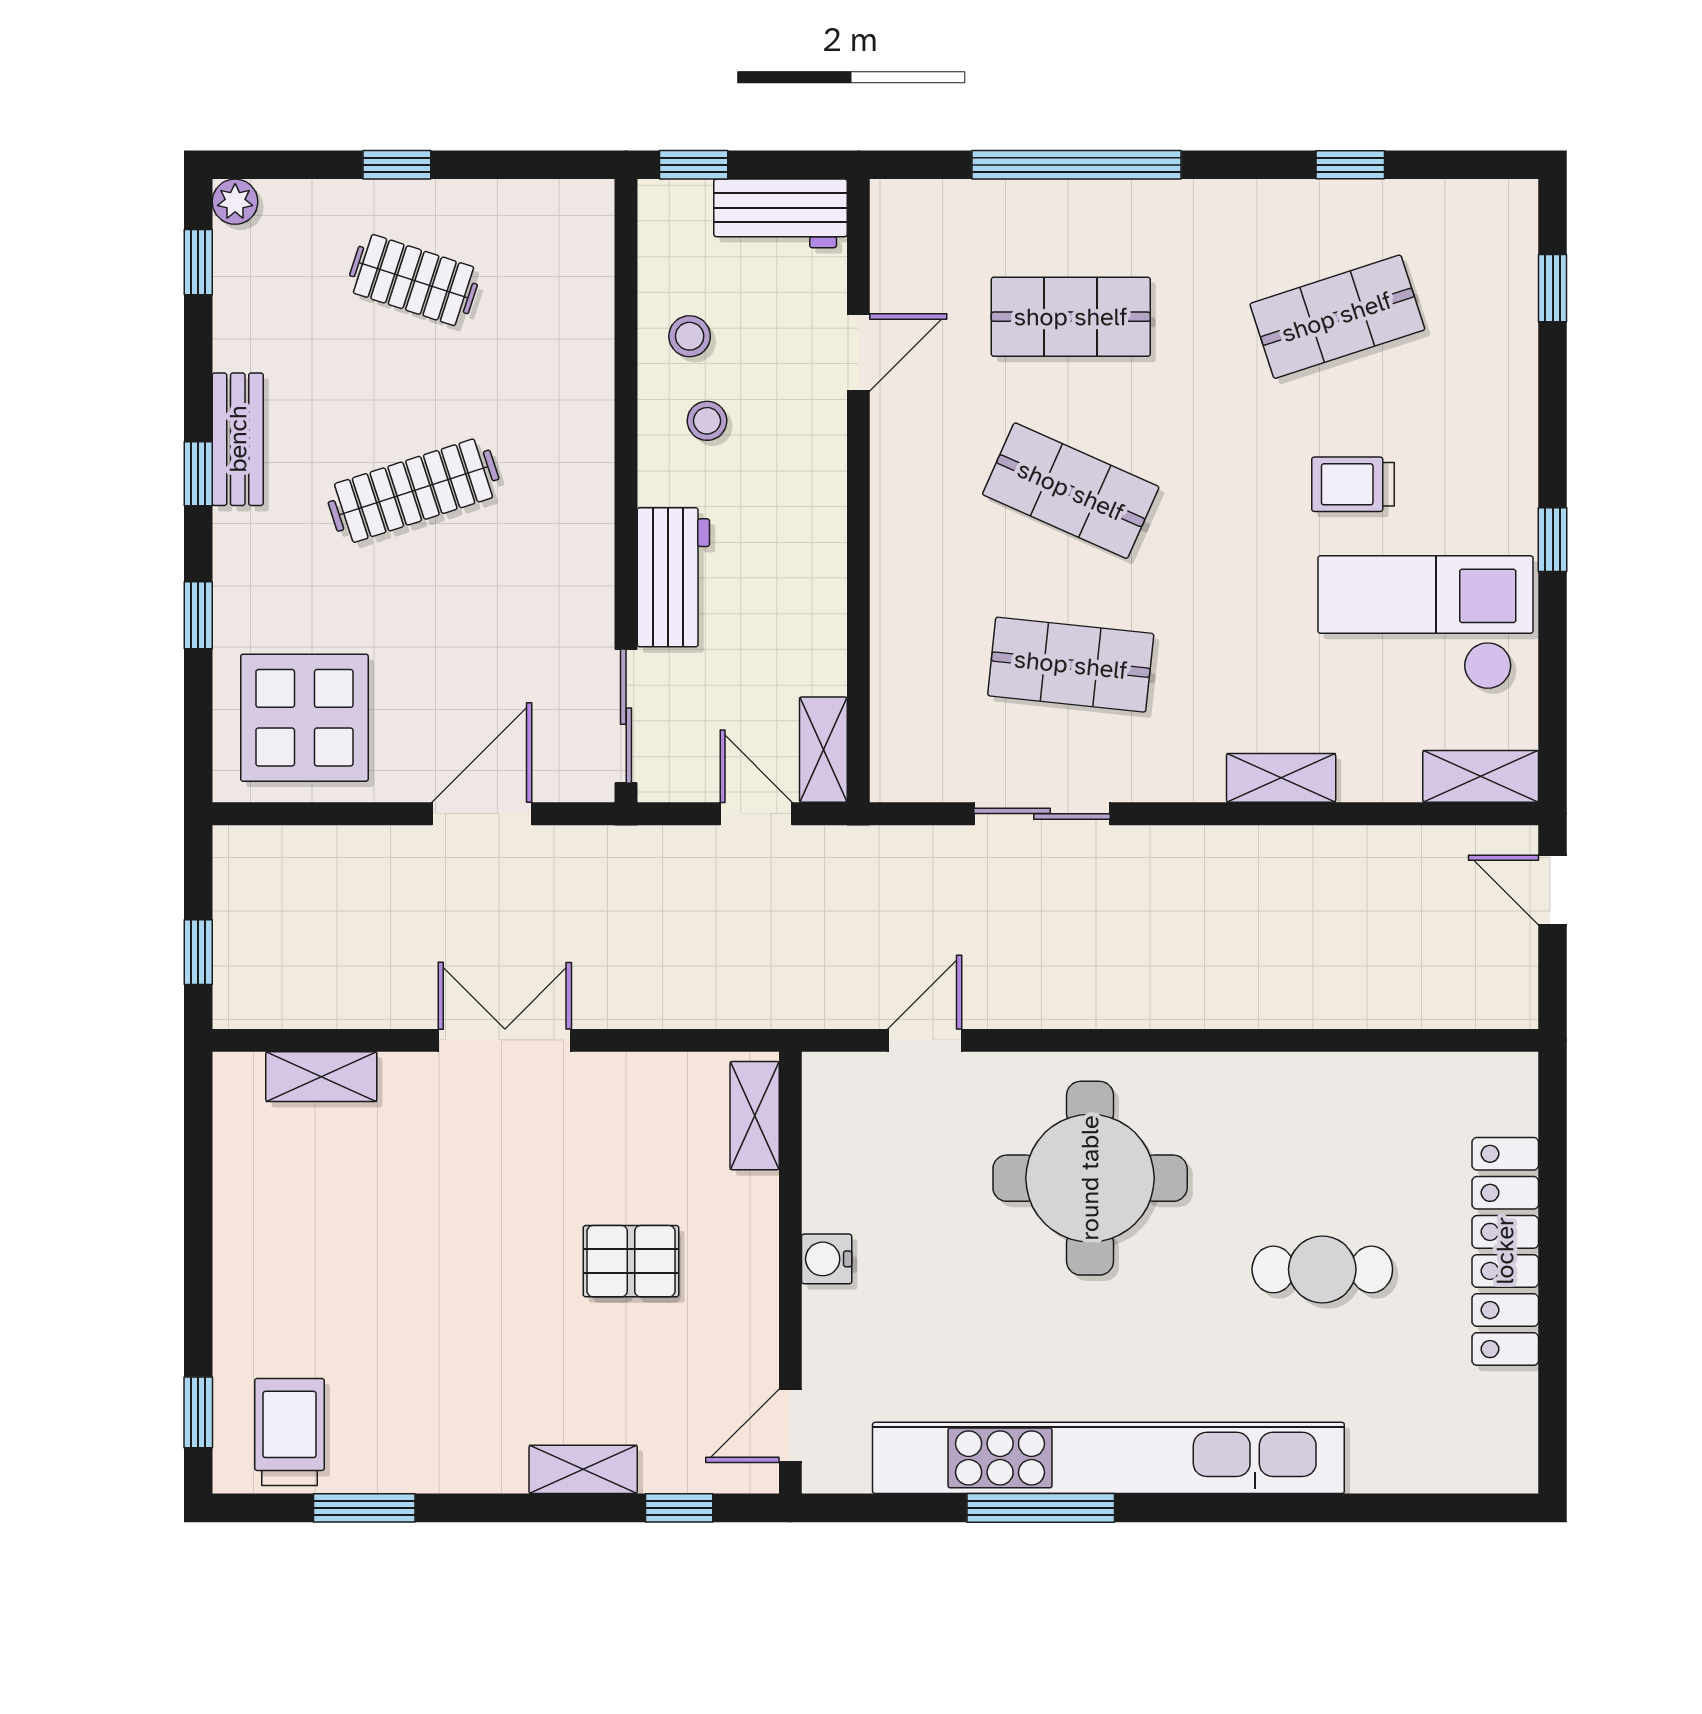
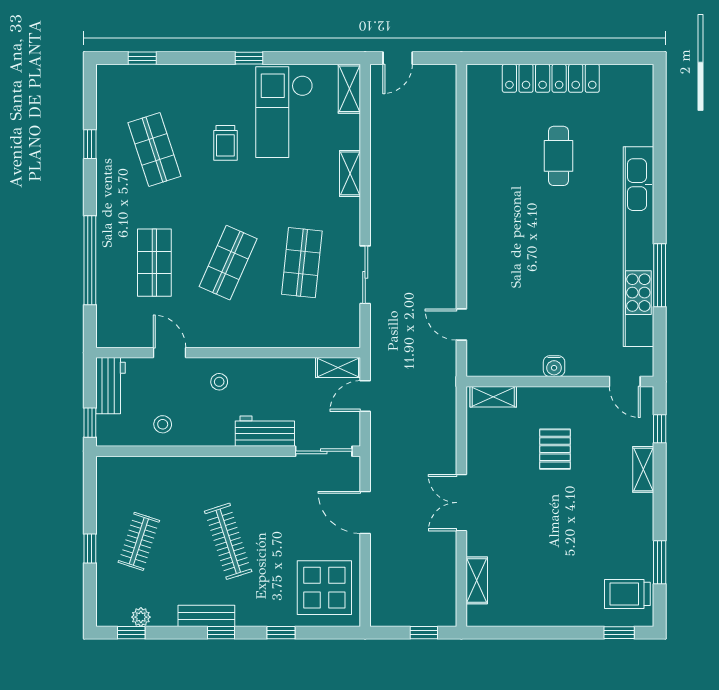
plant: (235, 202) -> (141, 617), moved
stool: (707, 421) -> (219, 382), moved
round table: (1090, 1178) -> (520, 254), removed

